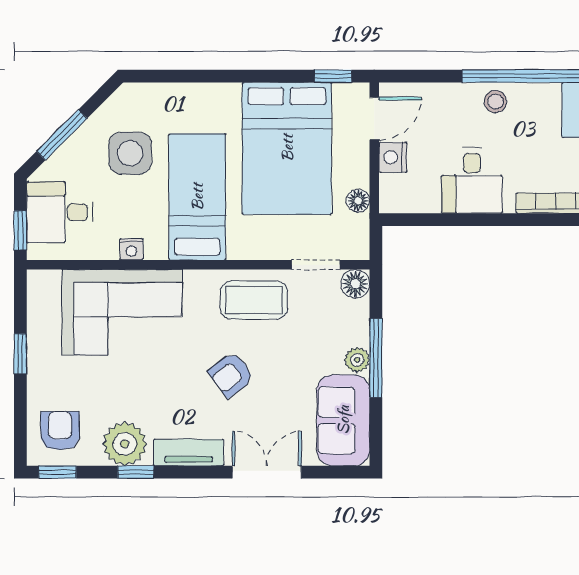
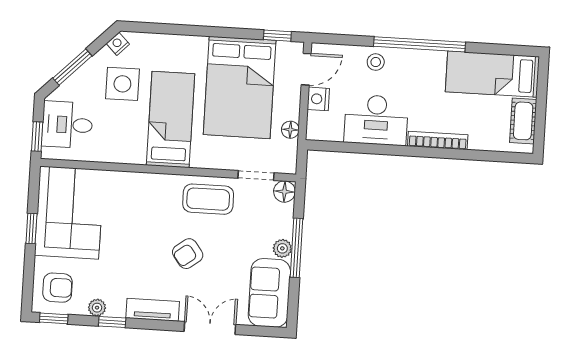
stool: (495, 102) -> (376, 62), moved
desk: (472, 181) -> (376, 120), width x1.37
nightstand: (131, 249) -> (118, 44), moved, turned 135
corner sofa: (122, 312) -> (69, 213), moved, turned -90
armchair: (60, 431) -> (58, 288), turned 90
plant: (125, 444) -> (97, 308), width x0.53, depth x0.53

